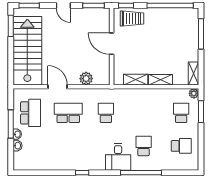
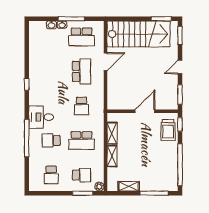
shelving: (193, 73) -> (129, 186), moved
plant: (86, 79) -> (113, 88), removed
school desk: (106, 113) -> (81, 106), turned 90
school desk: (144, 113) -> (81, 140), added
school desk: (144, 146) -> (51, 140), turned 180

